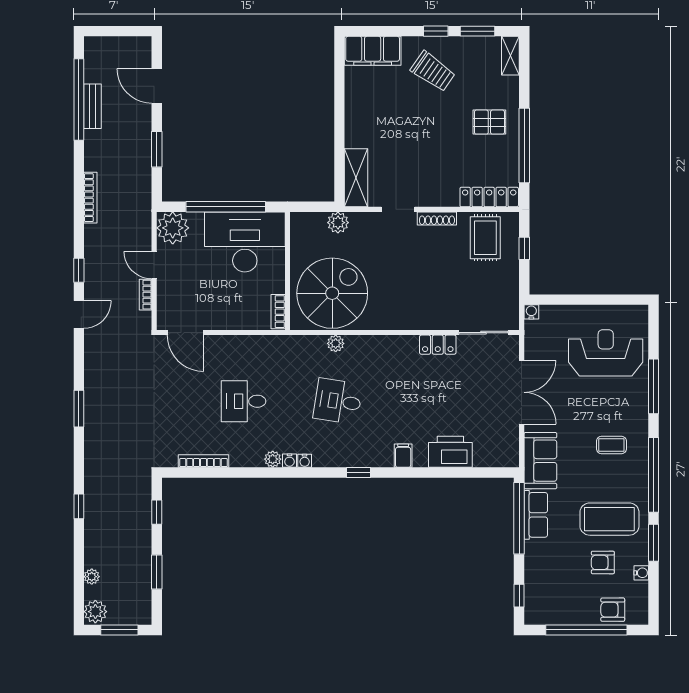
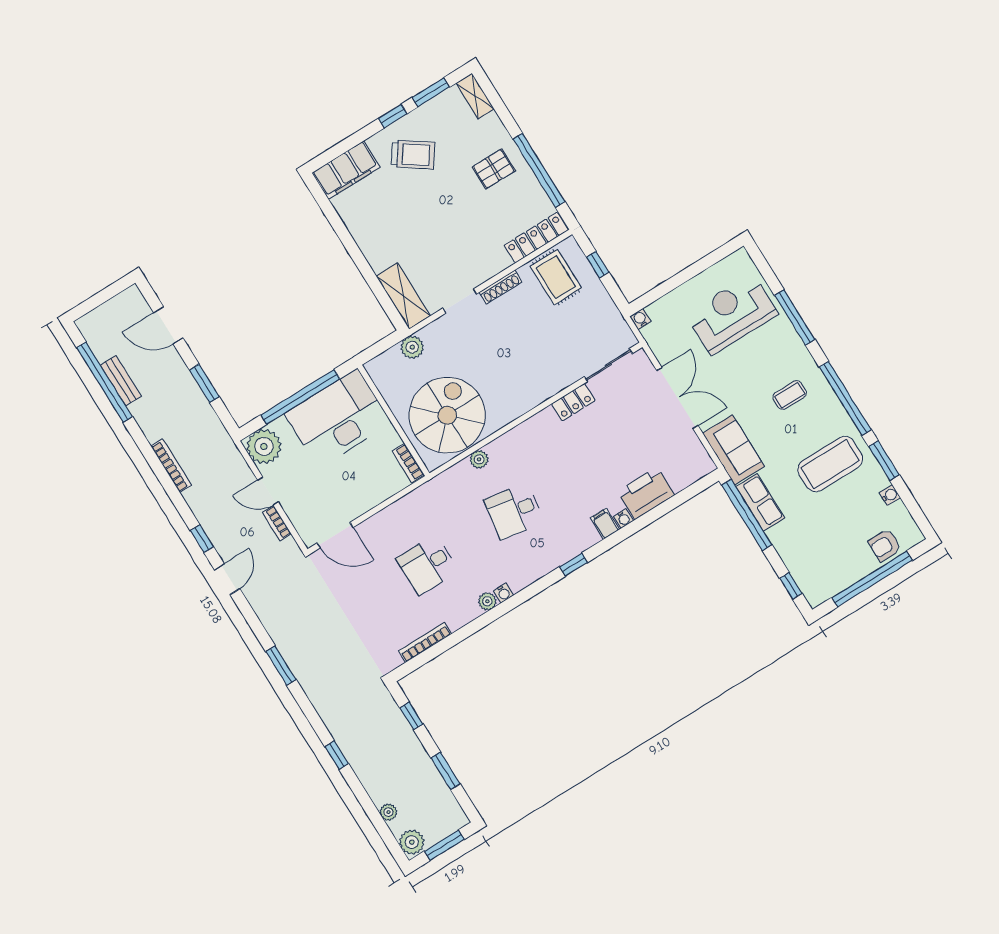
water cooler: (305, 461) -> (623, 519), moved
armchair: (603, 562) -> (849, 508), removed

